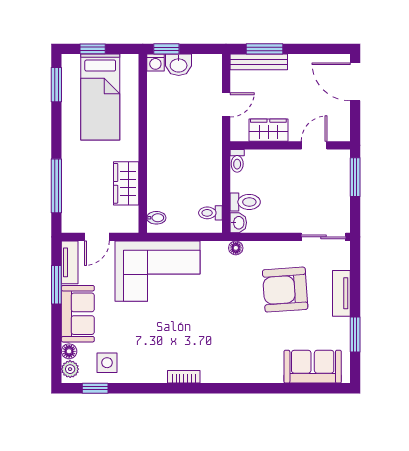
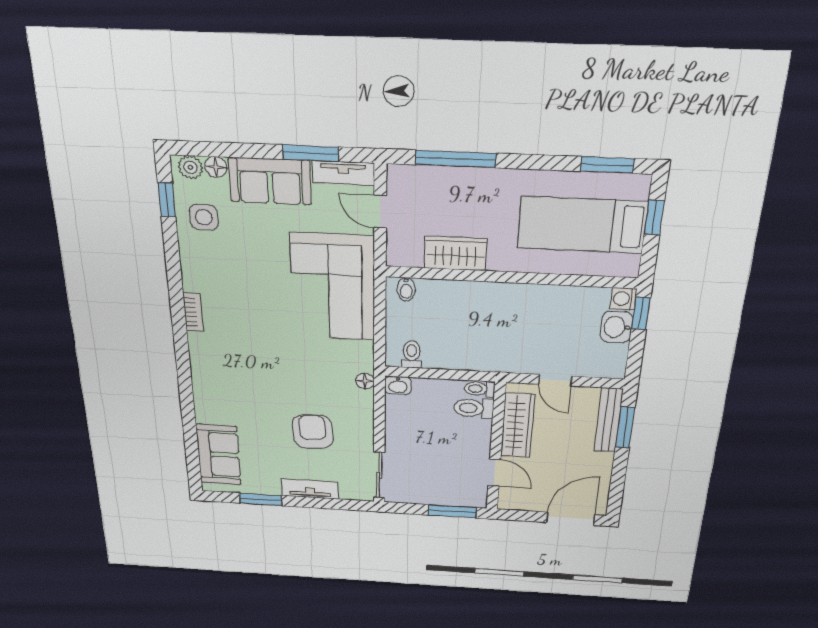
wardrobe: (268, 130) -> (518, 426), width x1.50
toilet: (245, 202) -> (474, 408), moved, turned 90
armchair: (285, 290) -> (313, 432), width x0.73, depth x0.73

